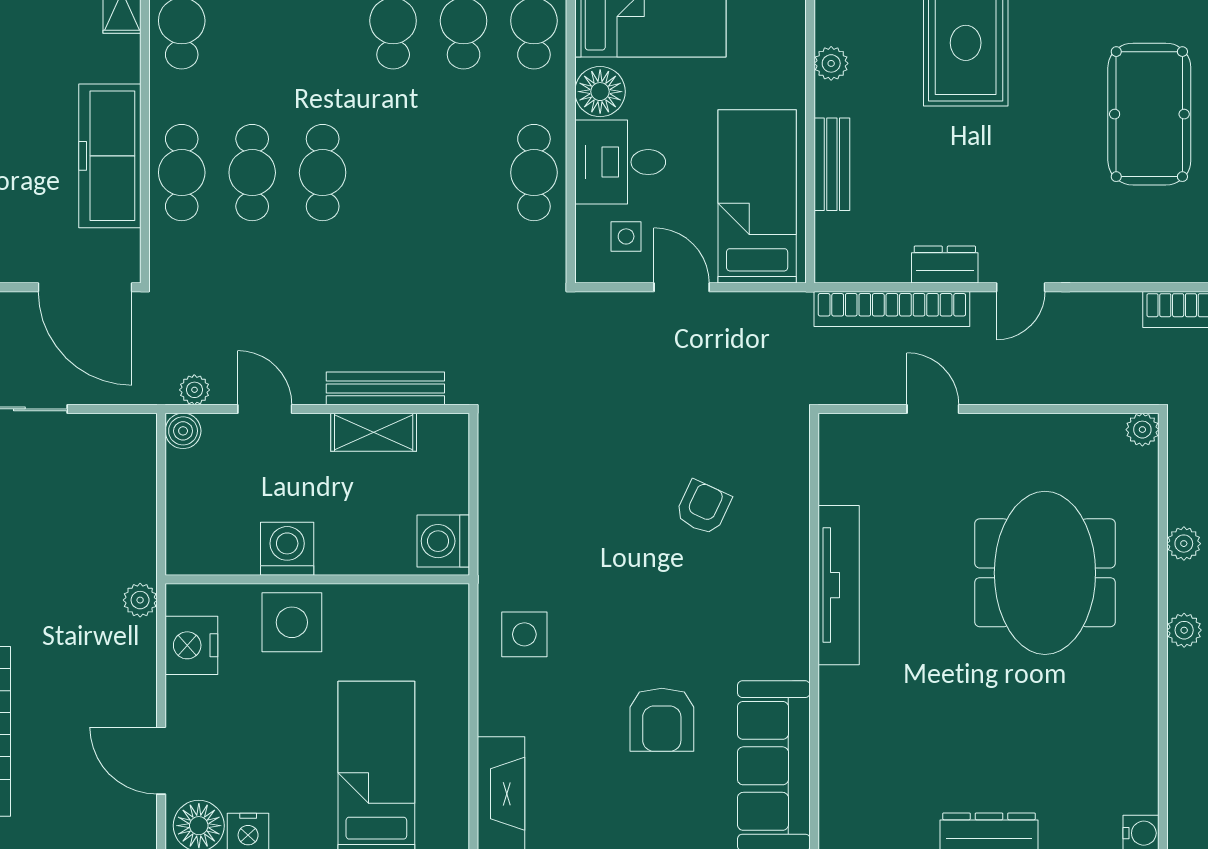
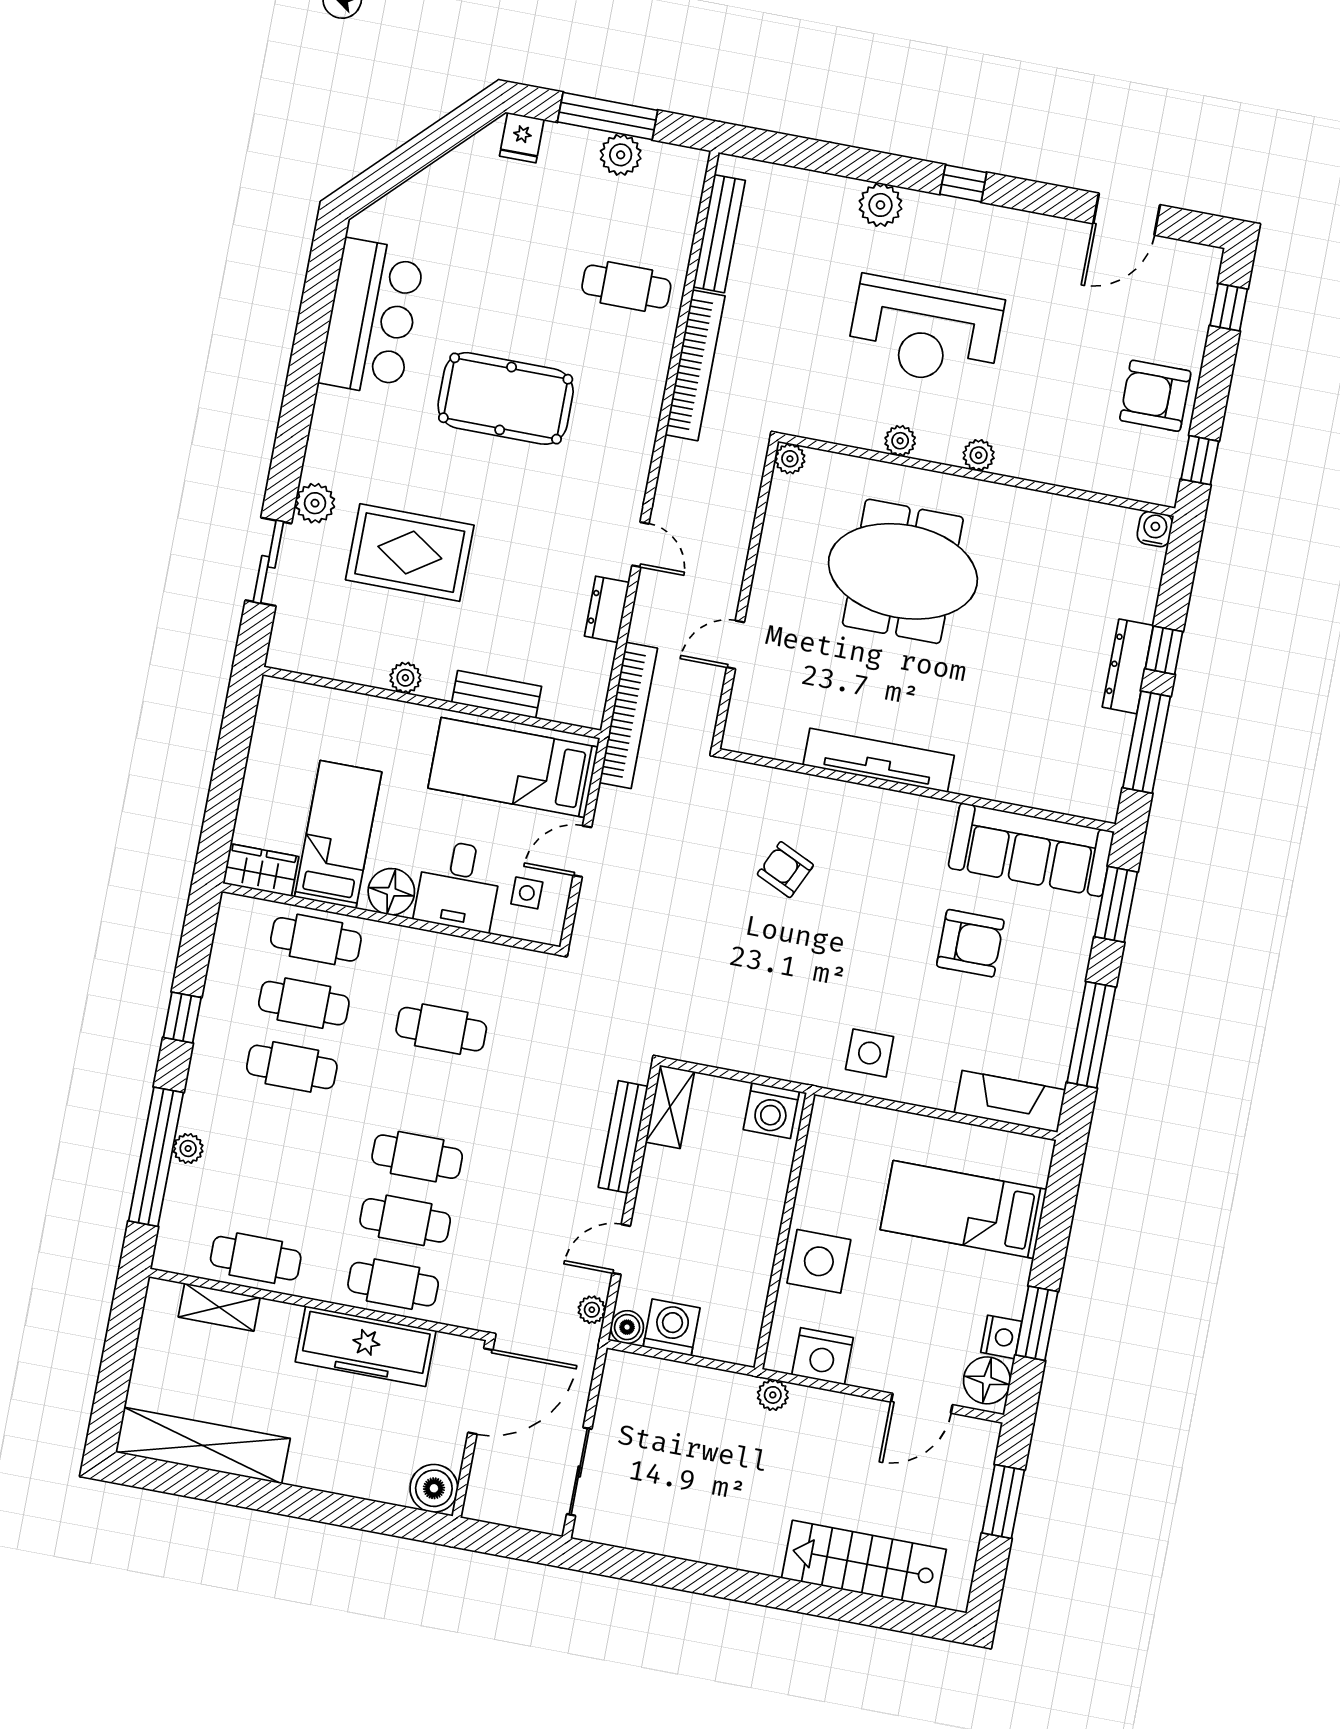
cafe table: (534, 173) -> (441, 1029), moved
bookcase: (892, 309) -> (628, 715), moved
shelving: (374, 432) -> (670, 1107), moved
washing machine: (287, 549) -> (672, 1327), moved, turned 90

